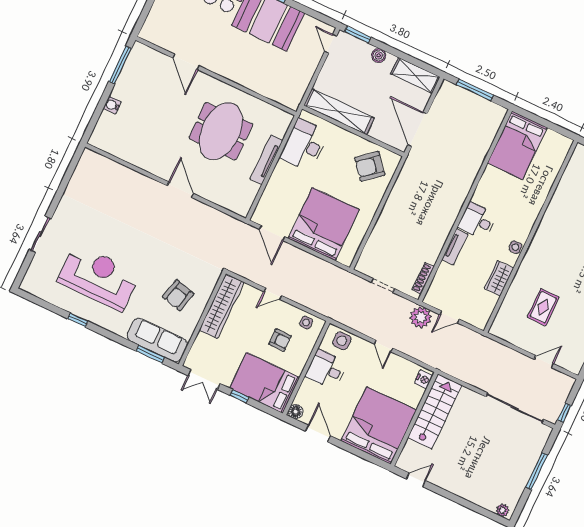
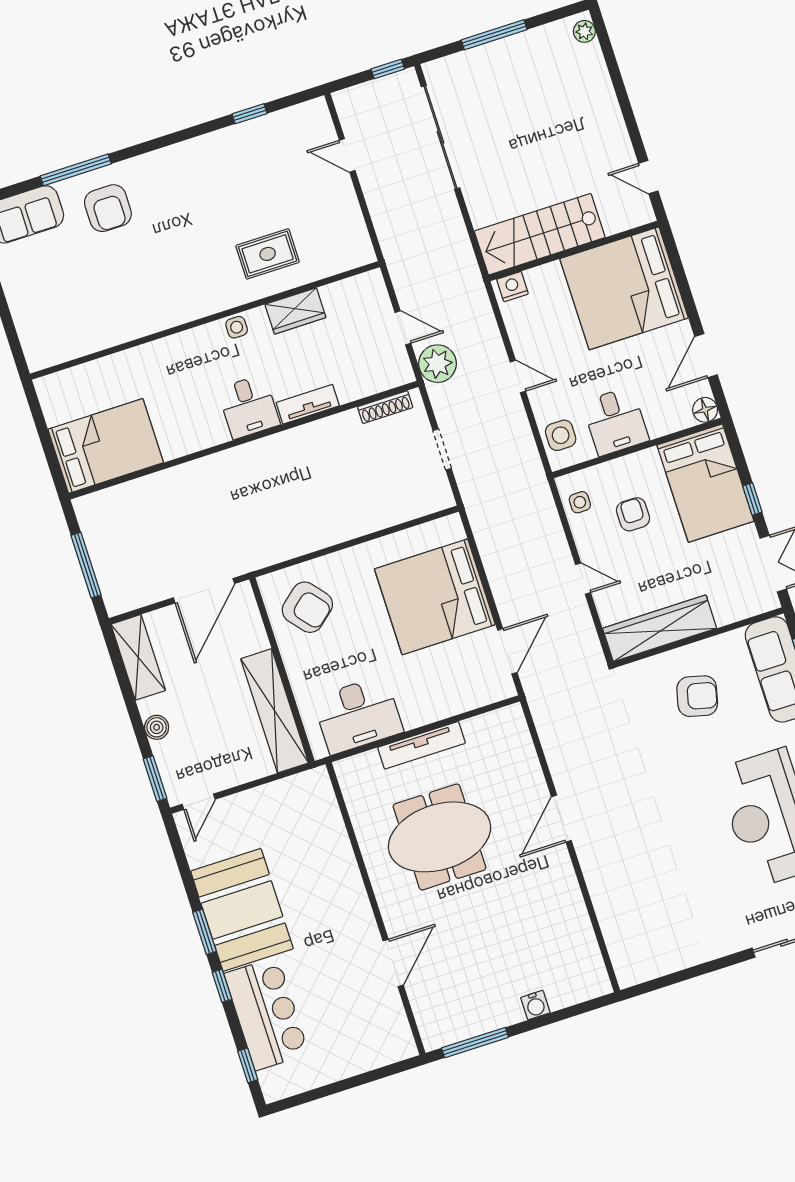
rug: (543, 307) -> (268, 254), moved
door: (384, 346) -> (518, 377), hinge flipped

